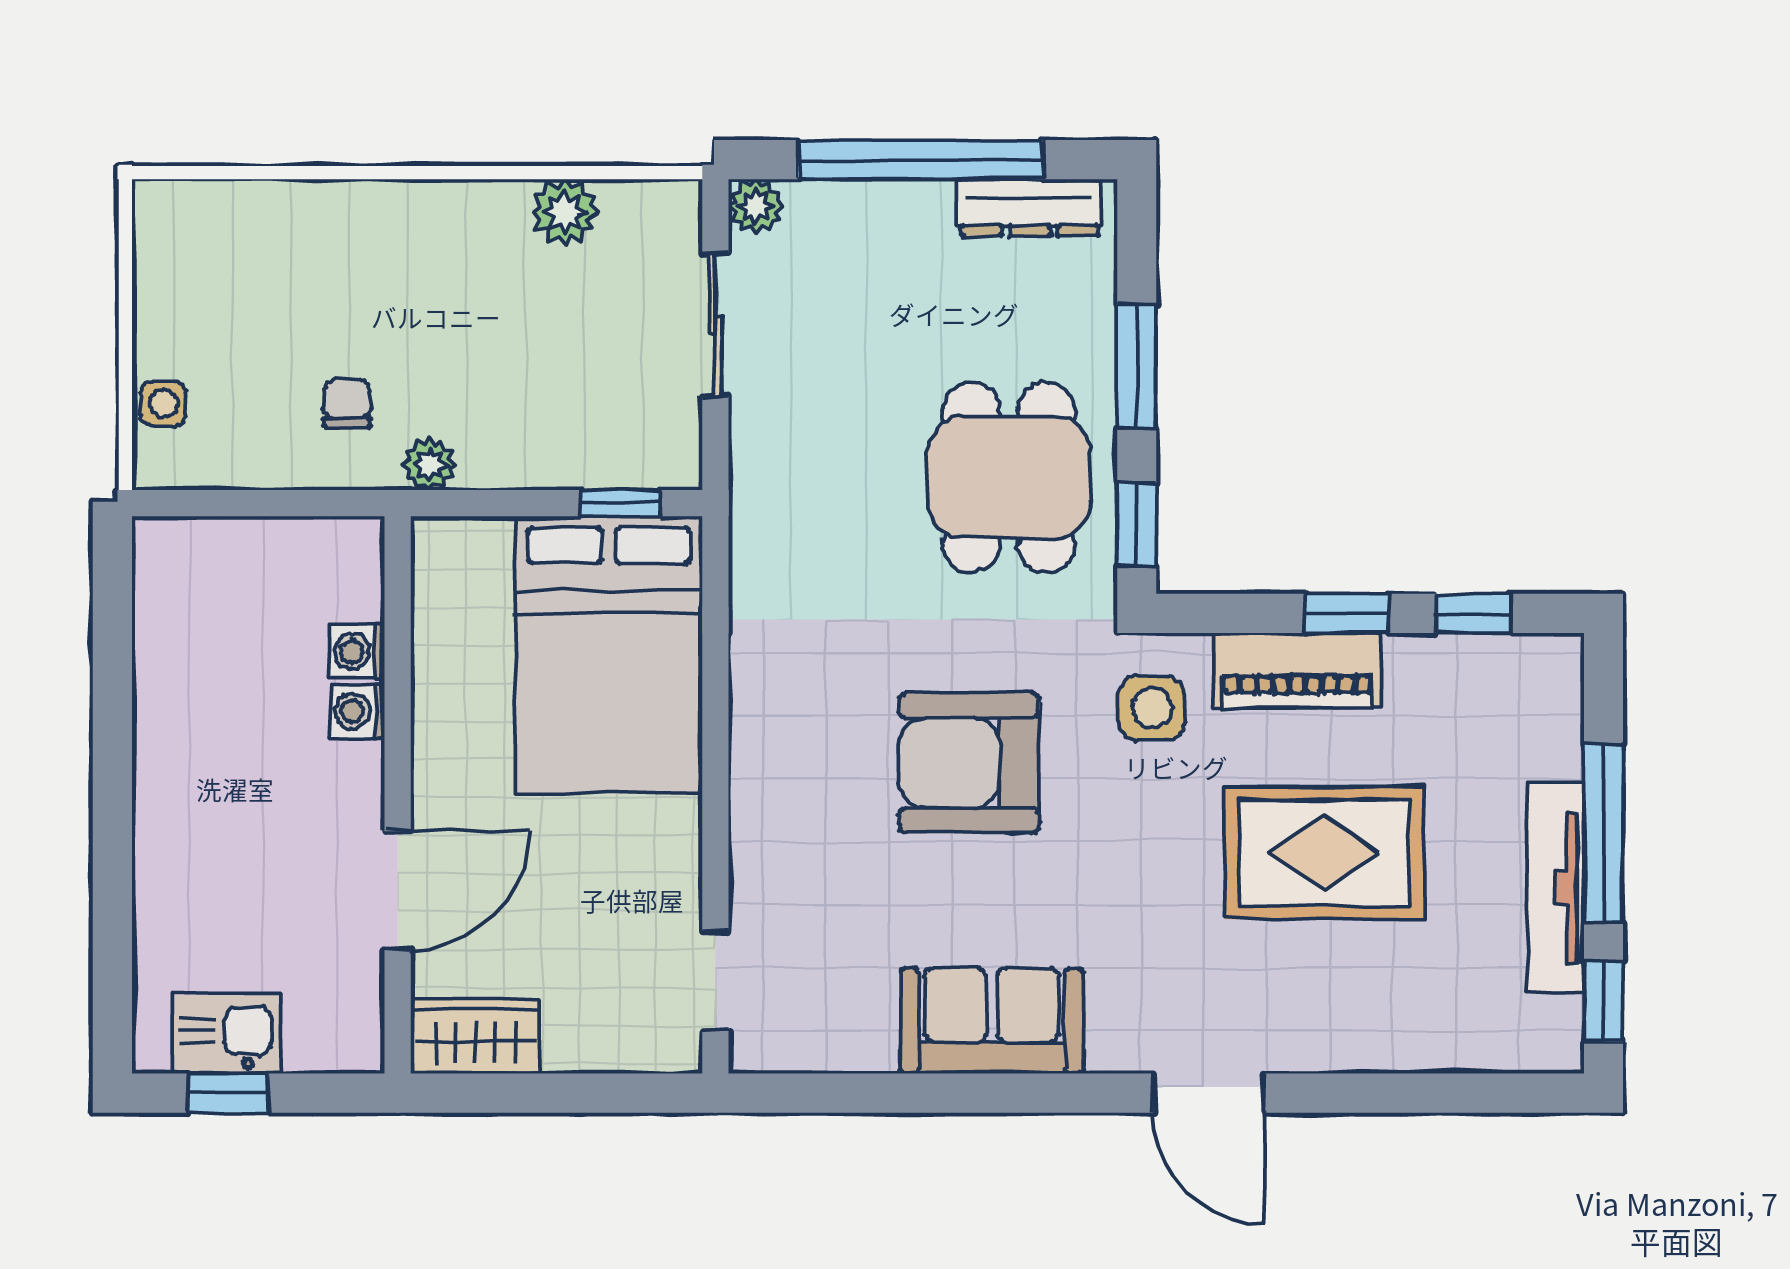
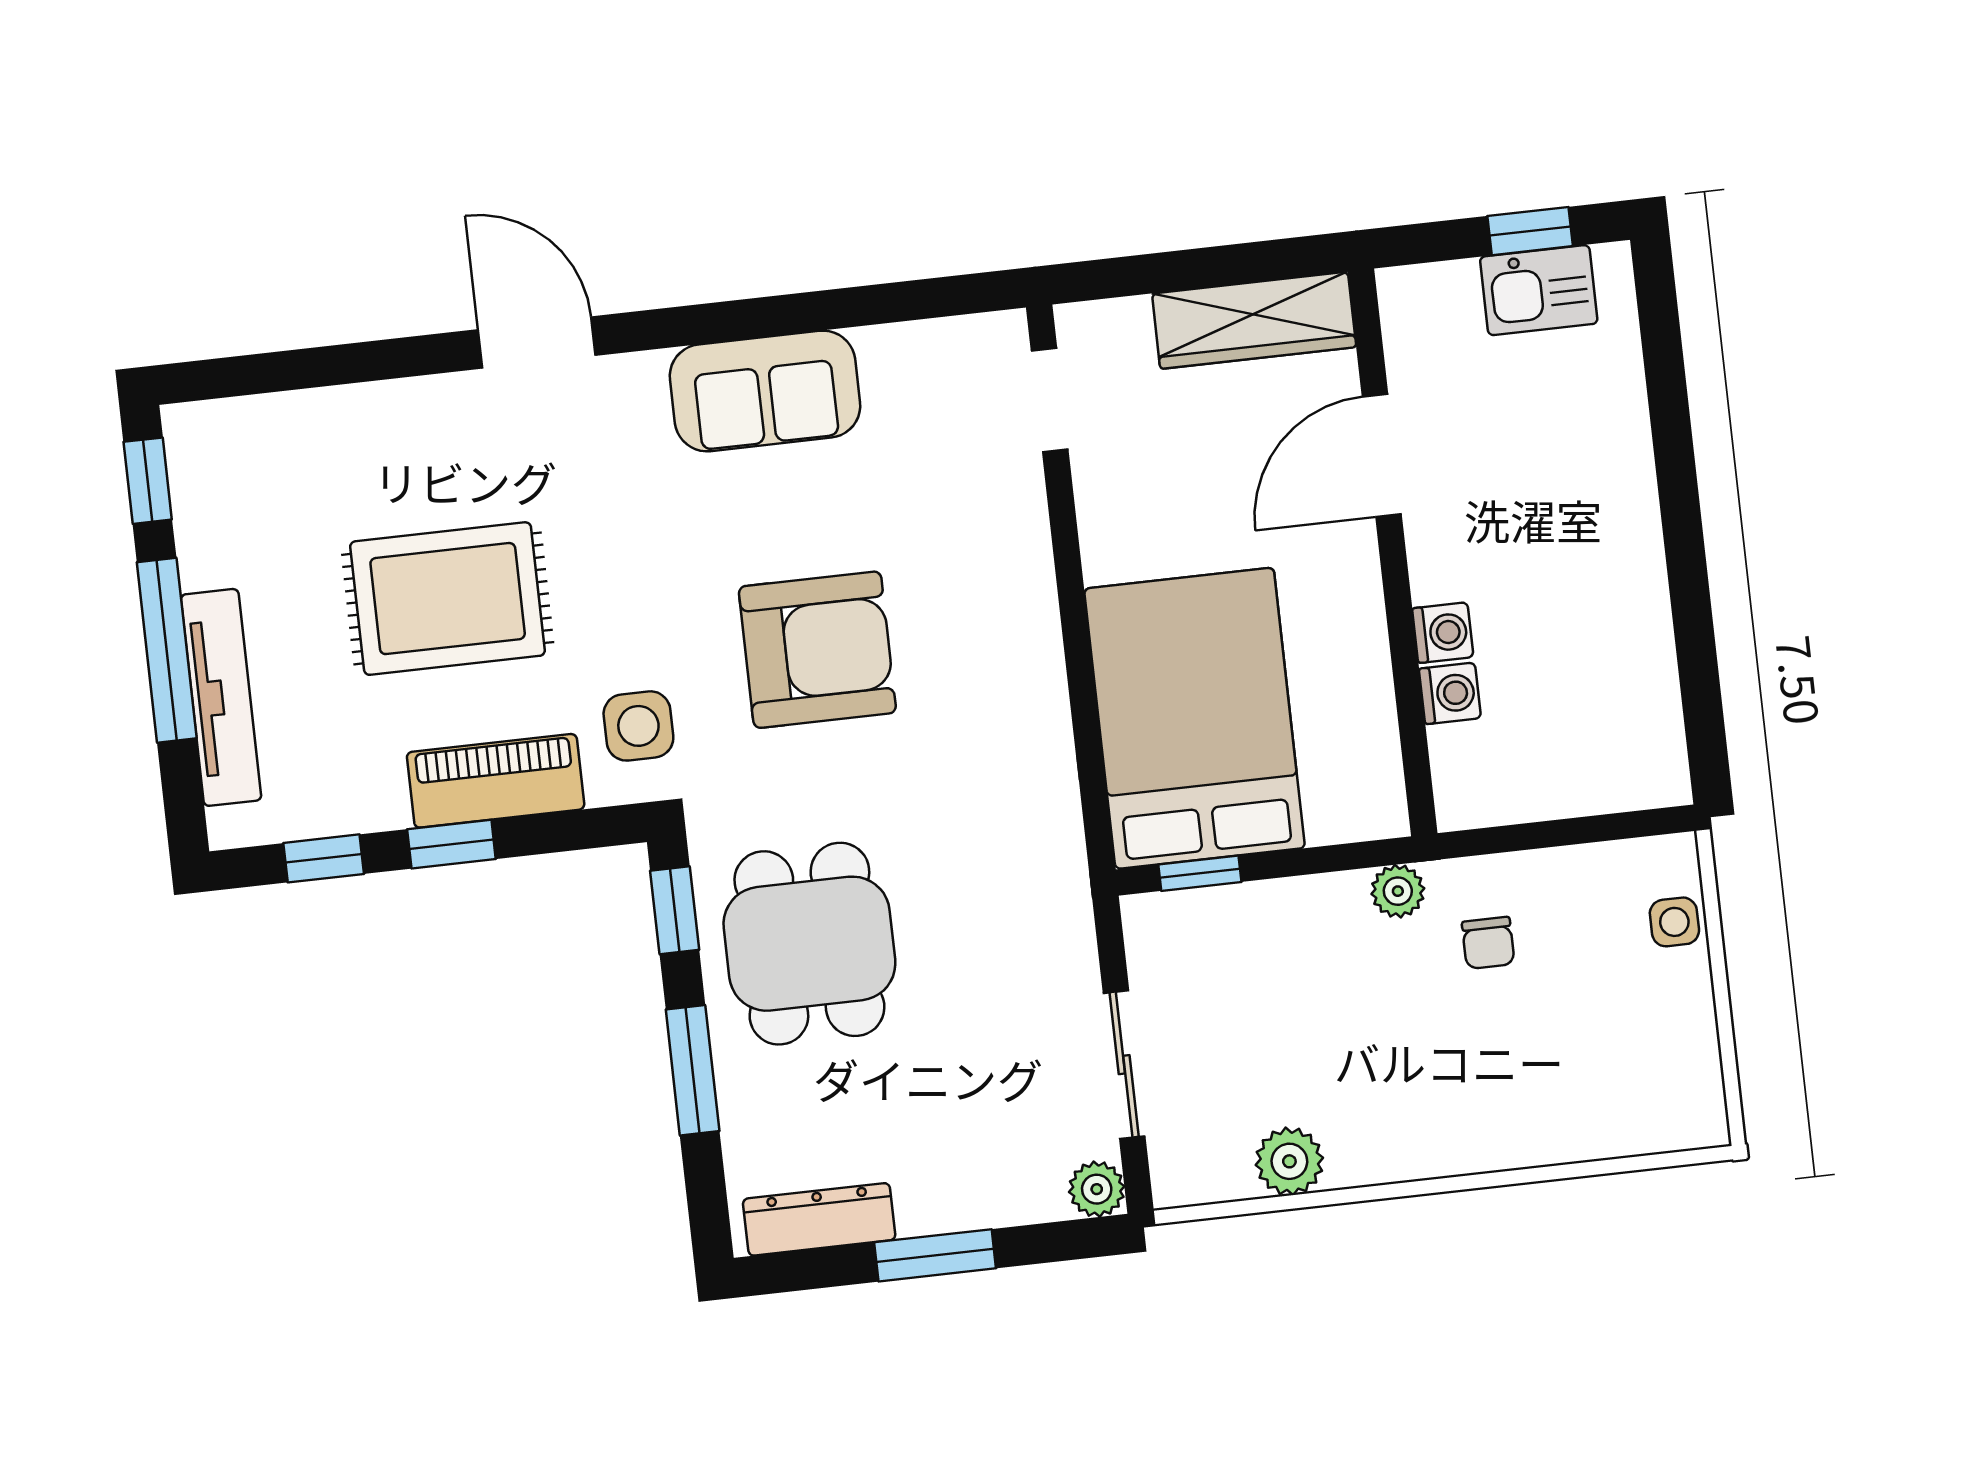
window: (921, 160) -> (935, 1255), width x0.47
tv unit: (1556, 887) -> (221, 697), moved
wardrobe: (475, 1036) -> (1254, 320), width x1.50

